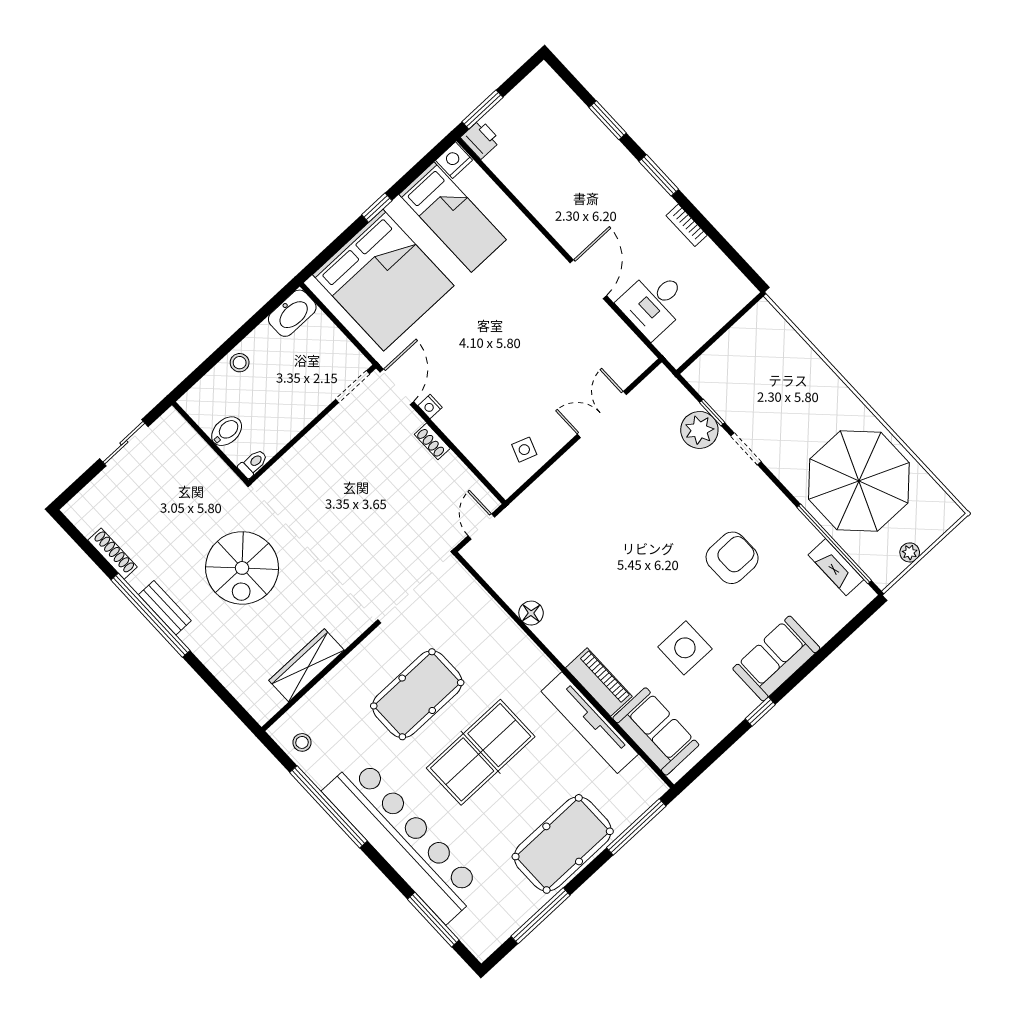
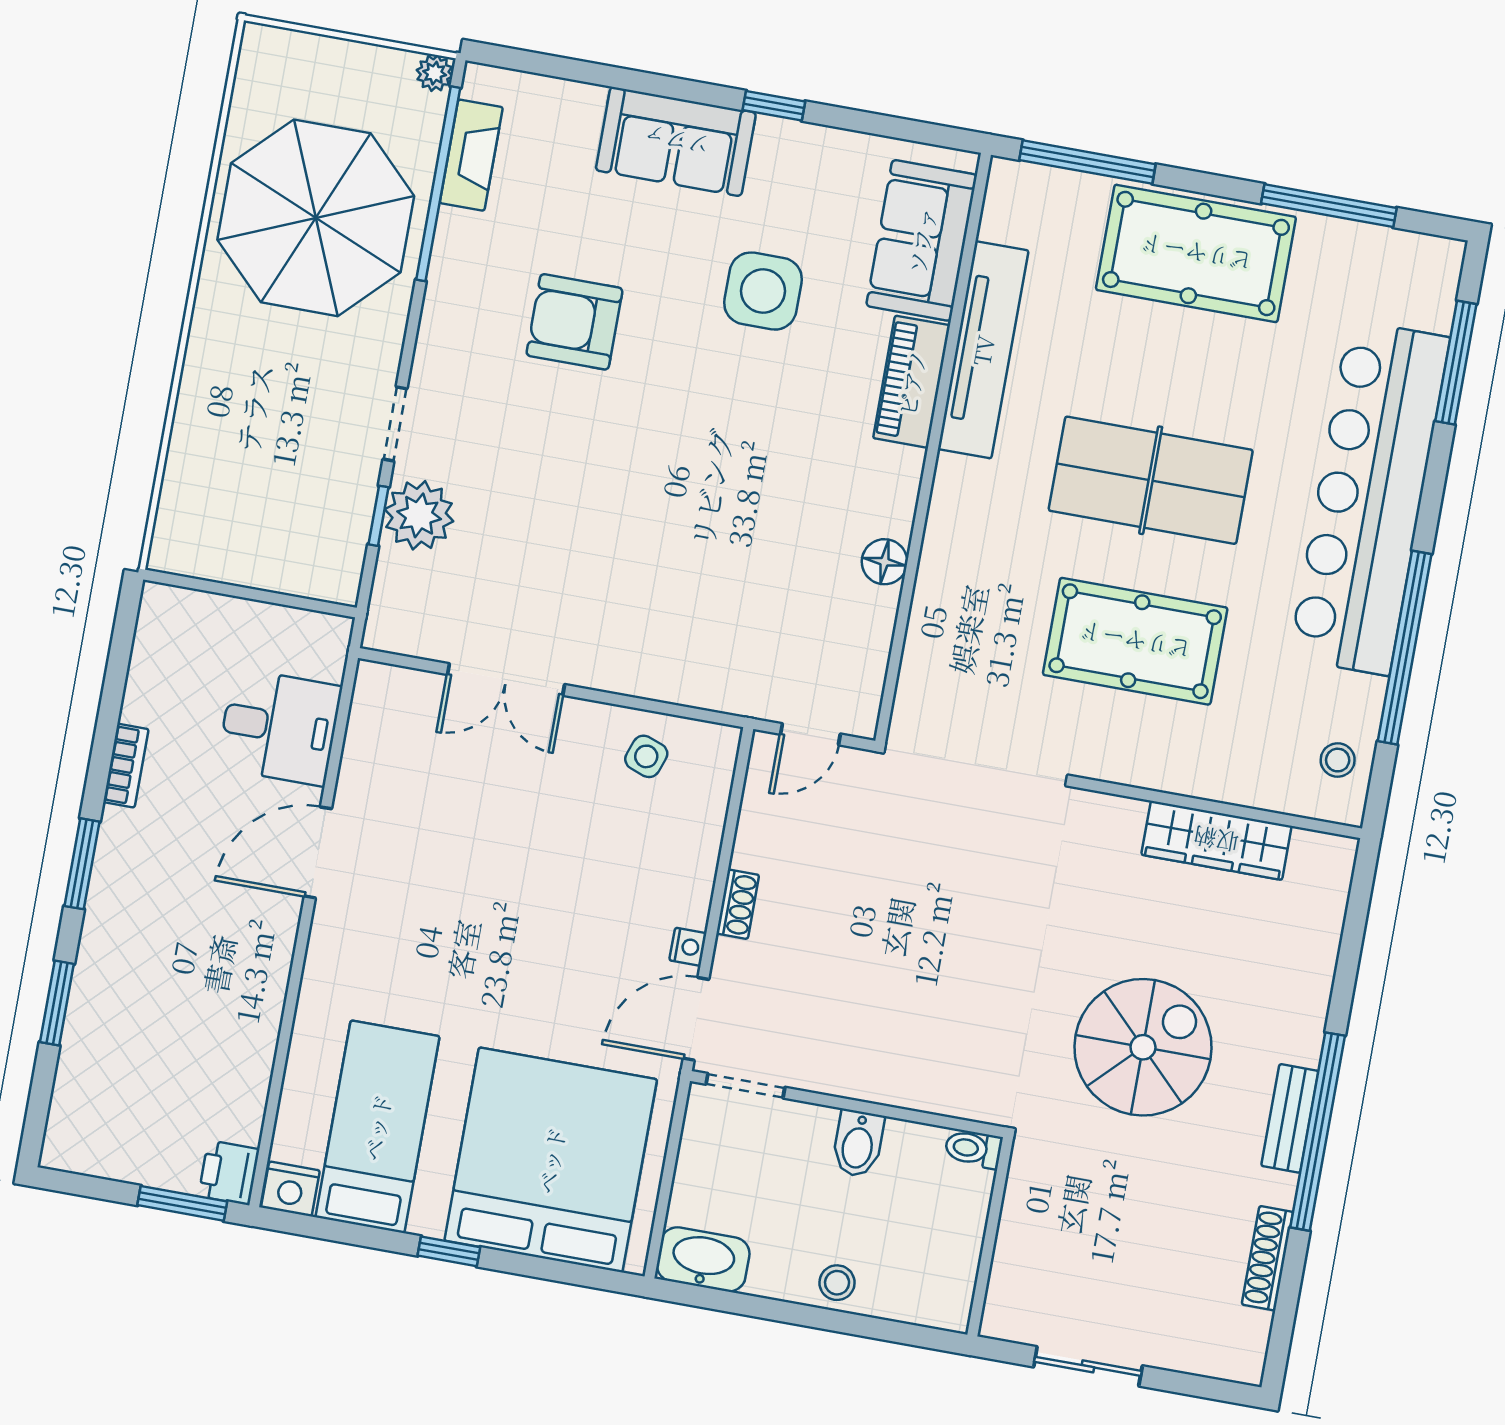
bidet: (227, 431) -> (858, 1144), moved, turned -90
plant: (910, 552) -> (435, 73), moved

